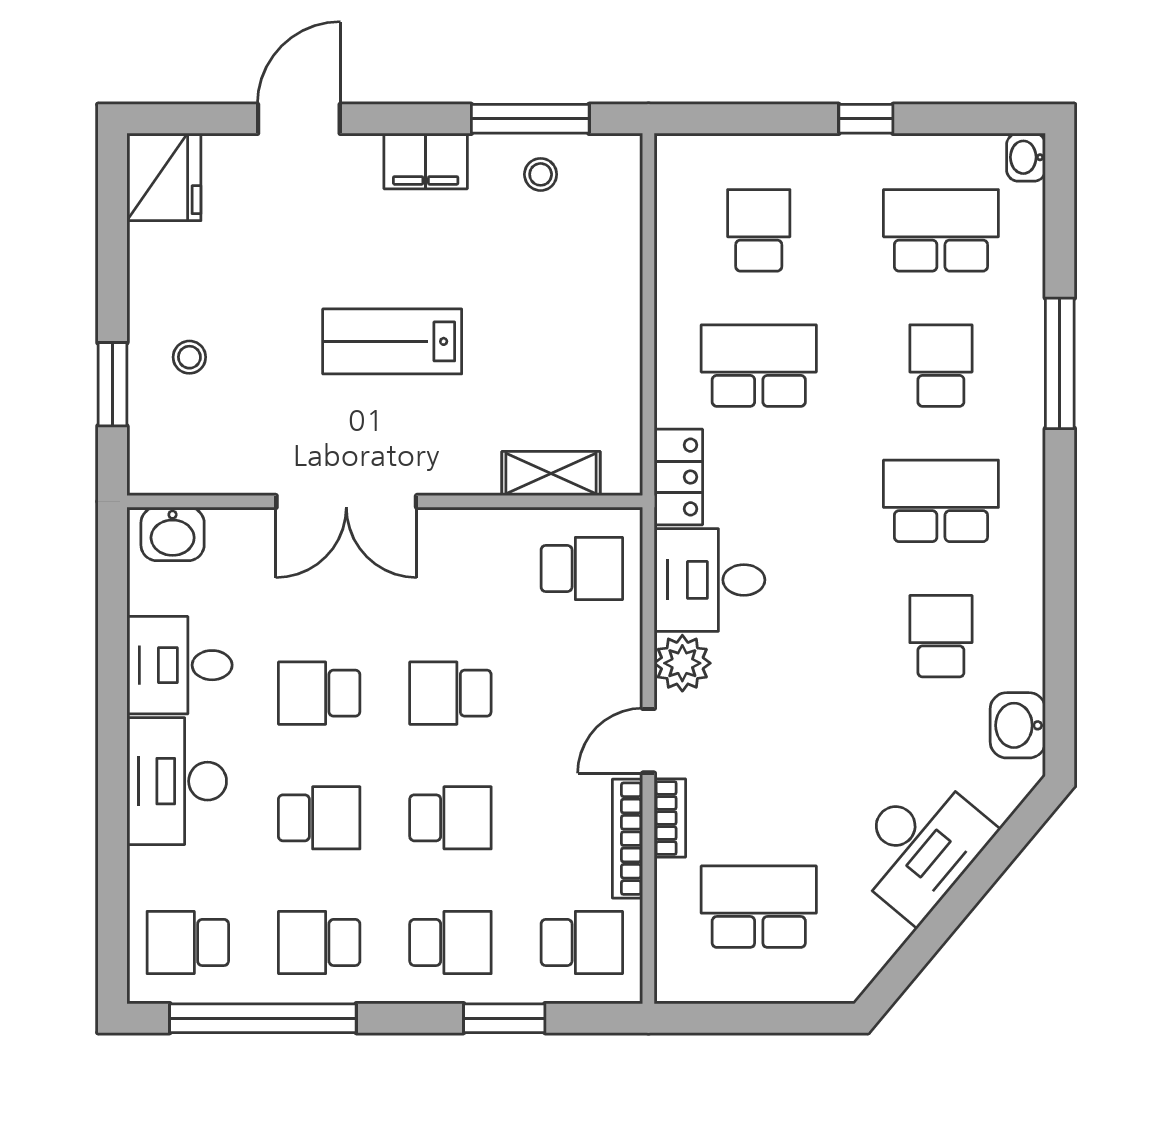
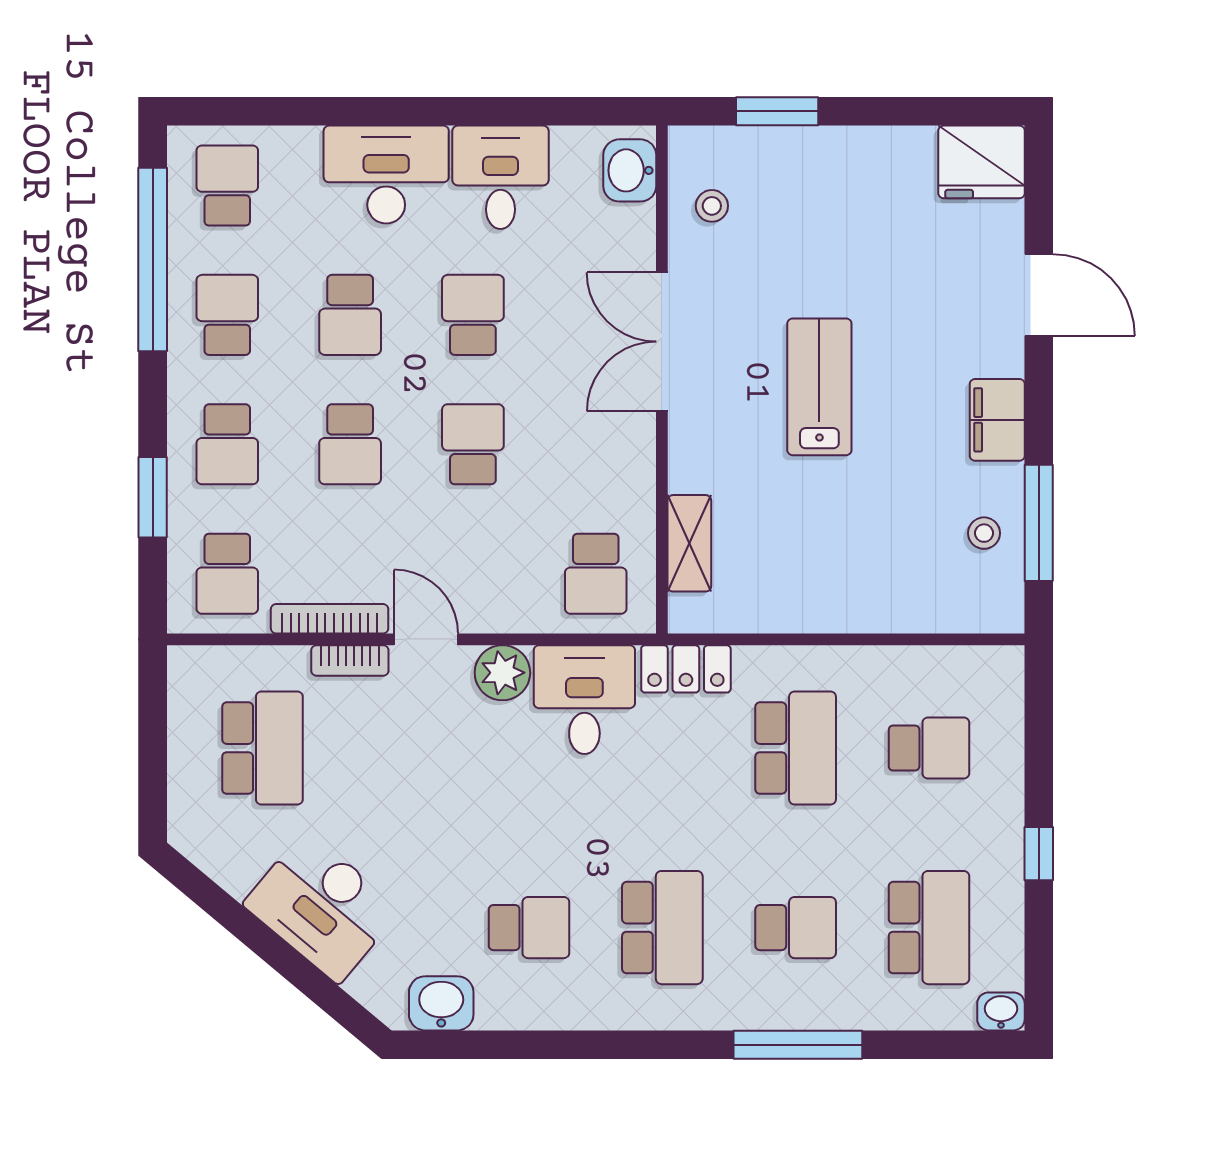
stool: (189, 357) -> (712, 206), moved

